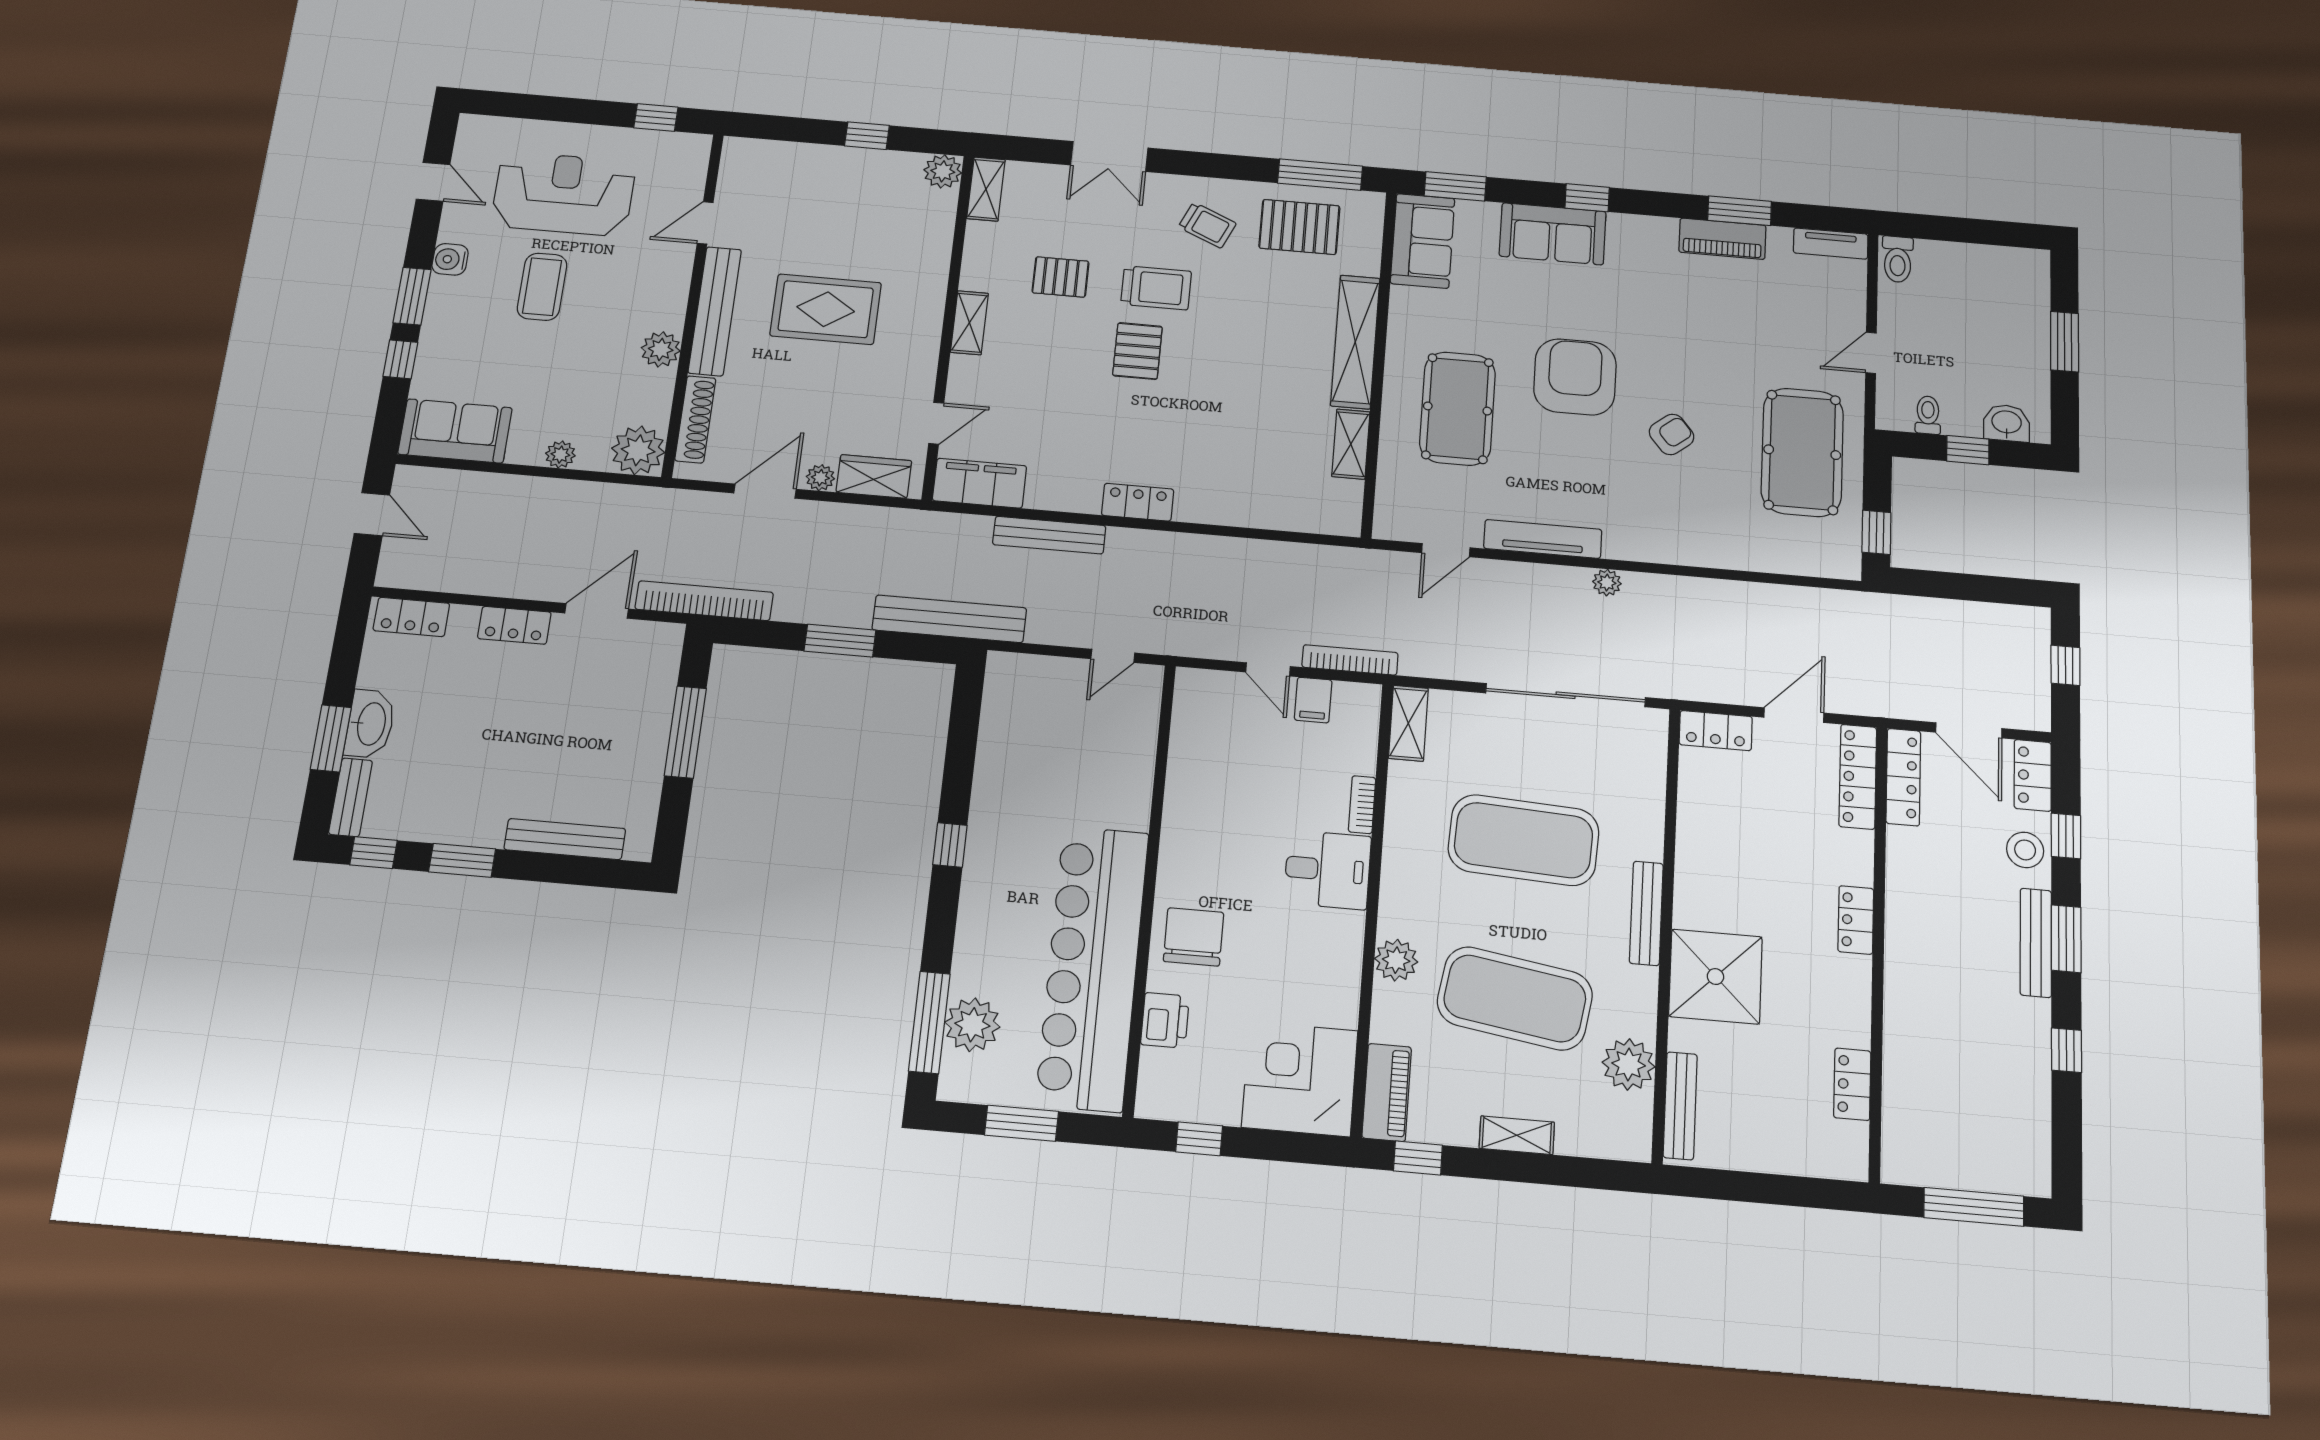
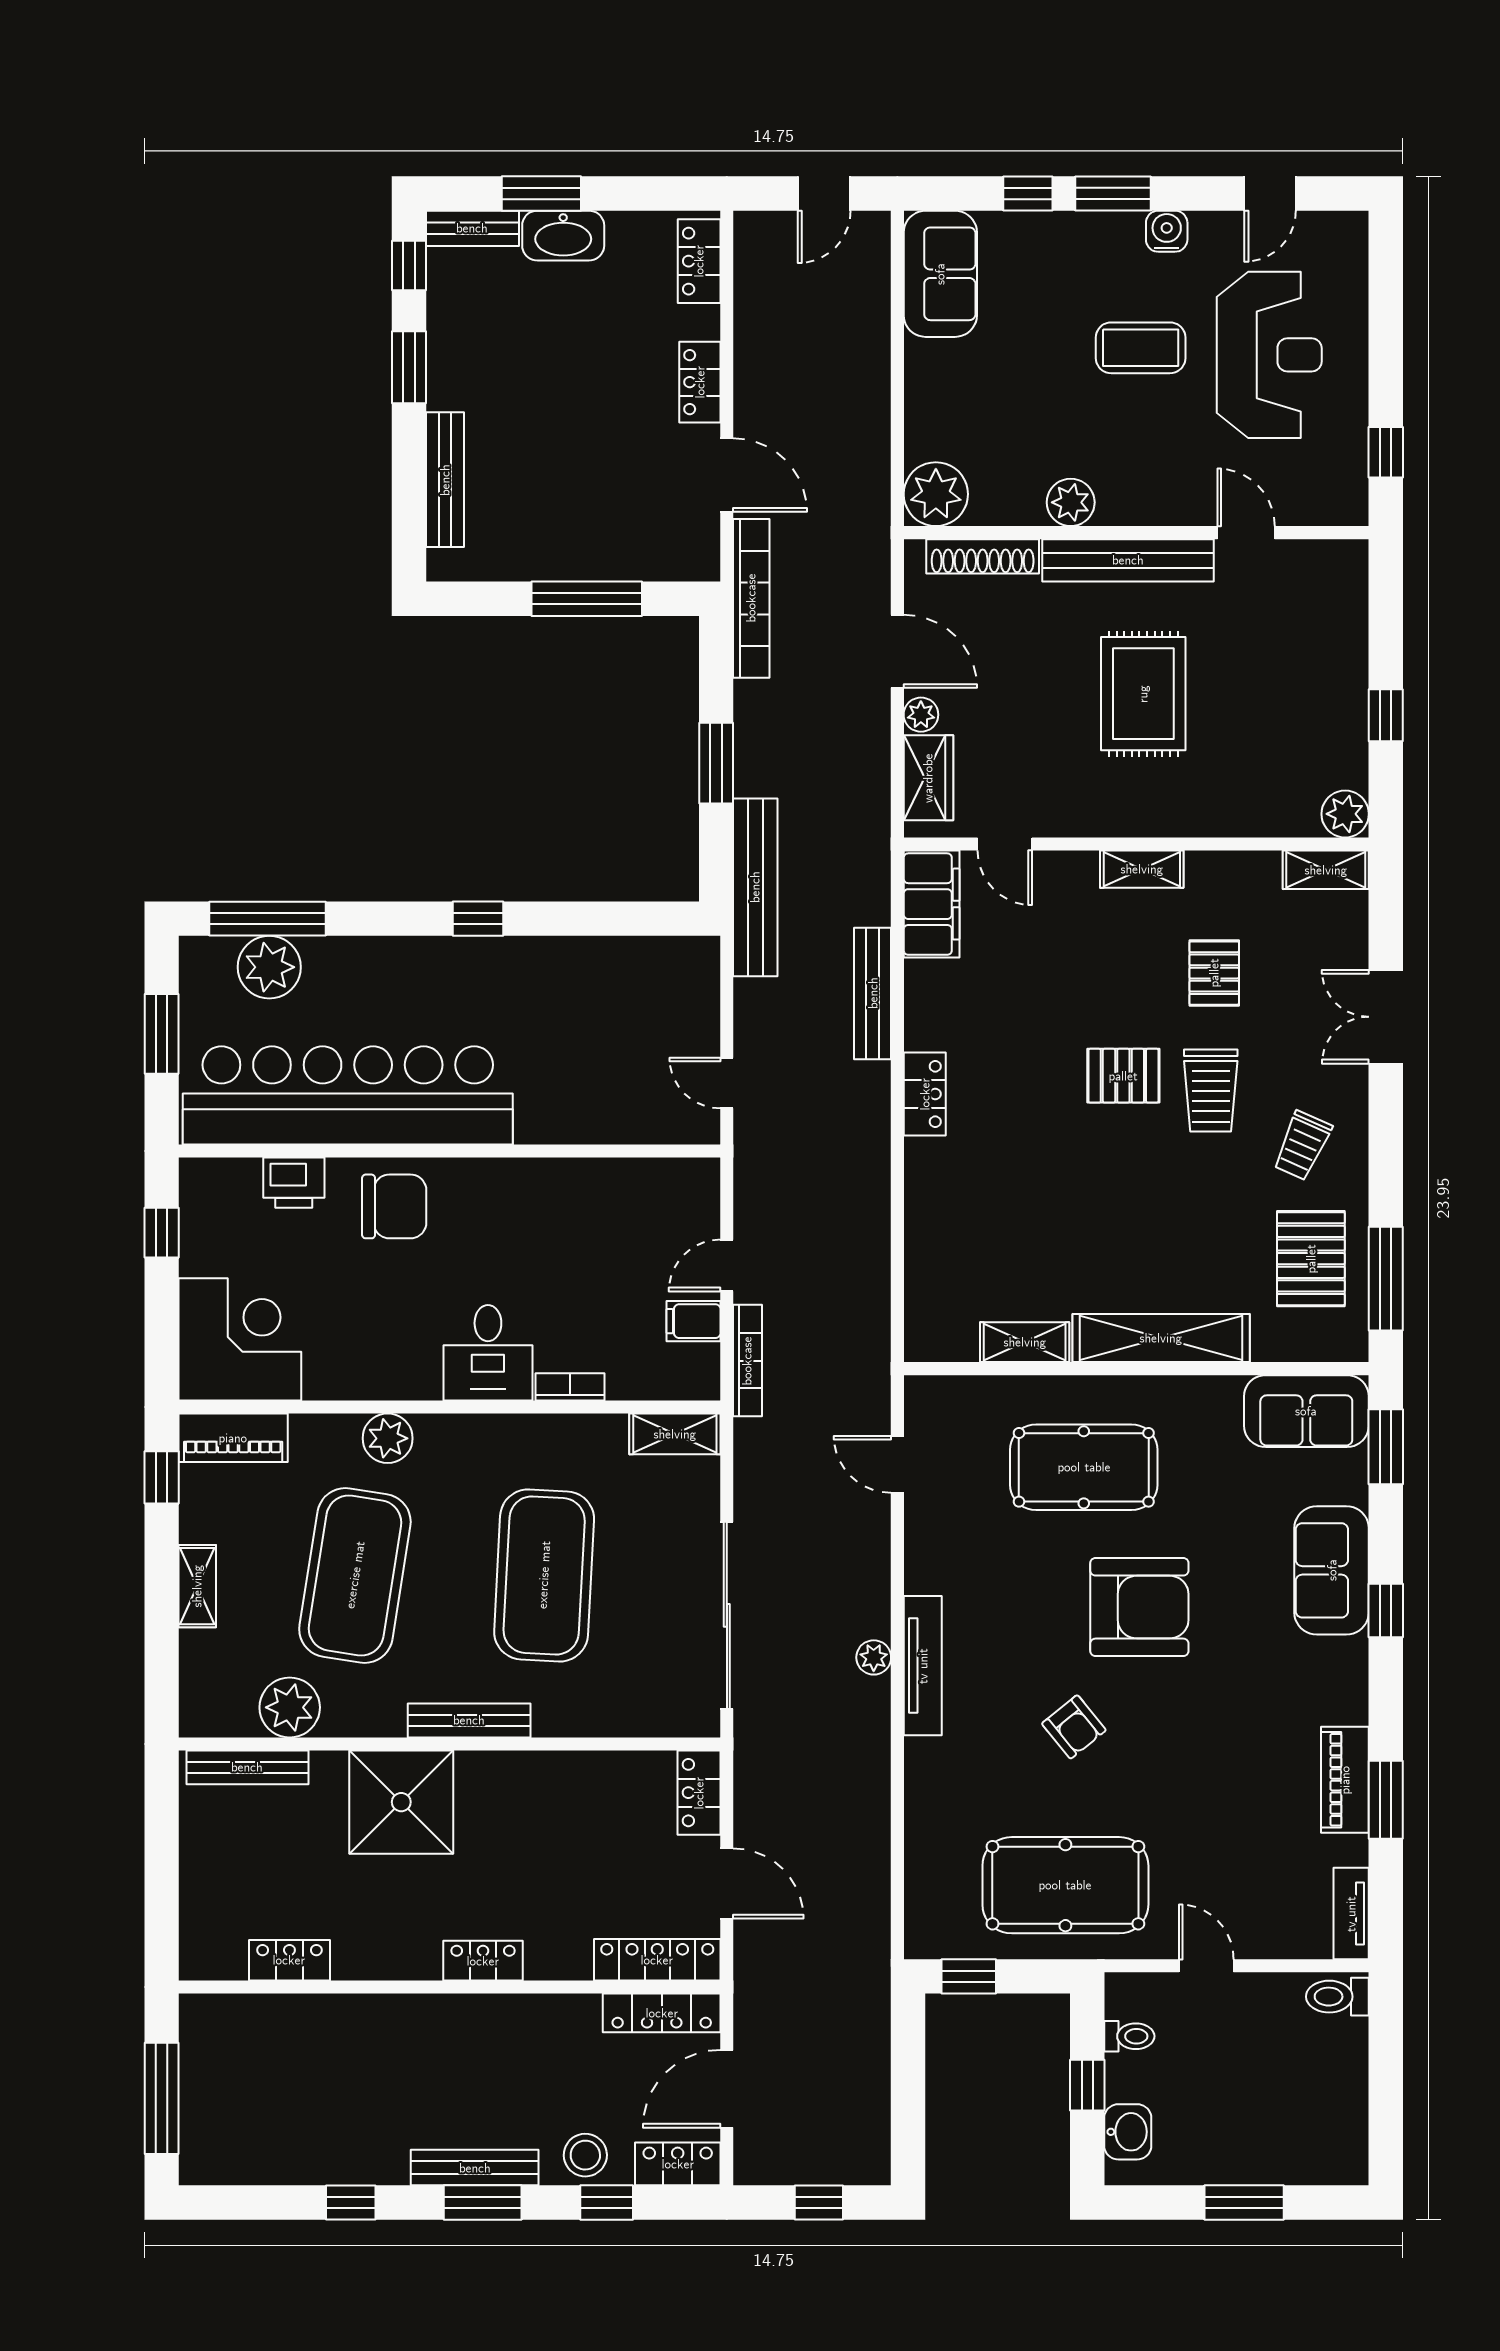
plant: (560, 454) -> (922, 403), removed
tv unit: (1543, 539) -> (923, 1666), moved

